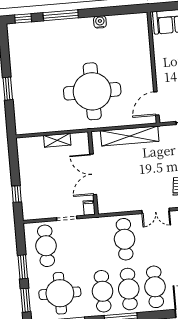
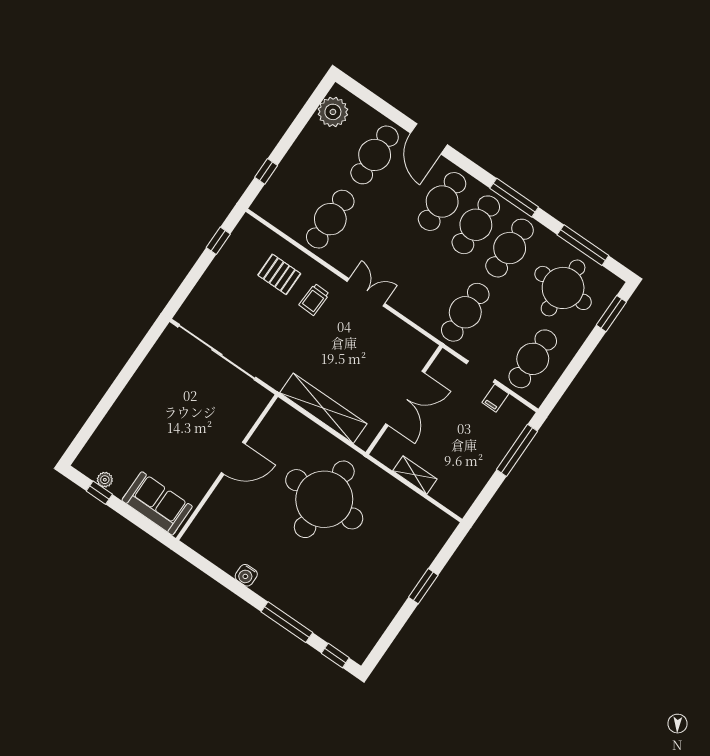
door: (156, 103) -> (233, 458), moved
window: (17, 194) -> (517, 450), width x2.17
filing cabinet: (89, 208) -> (495, 398), moved
cafe table: (125, 239) -> (465, 312), moved
window: (23, 267) -> (582, 356), removed

